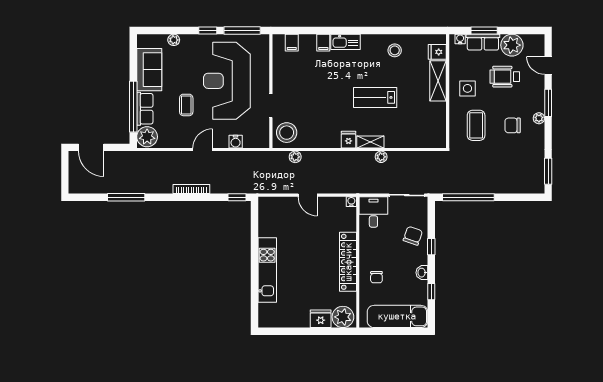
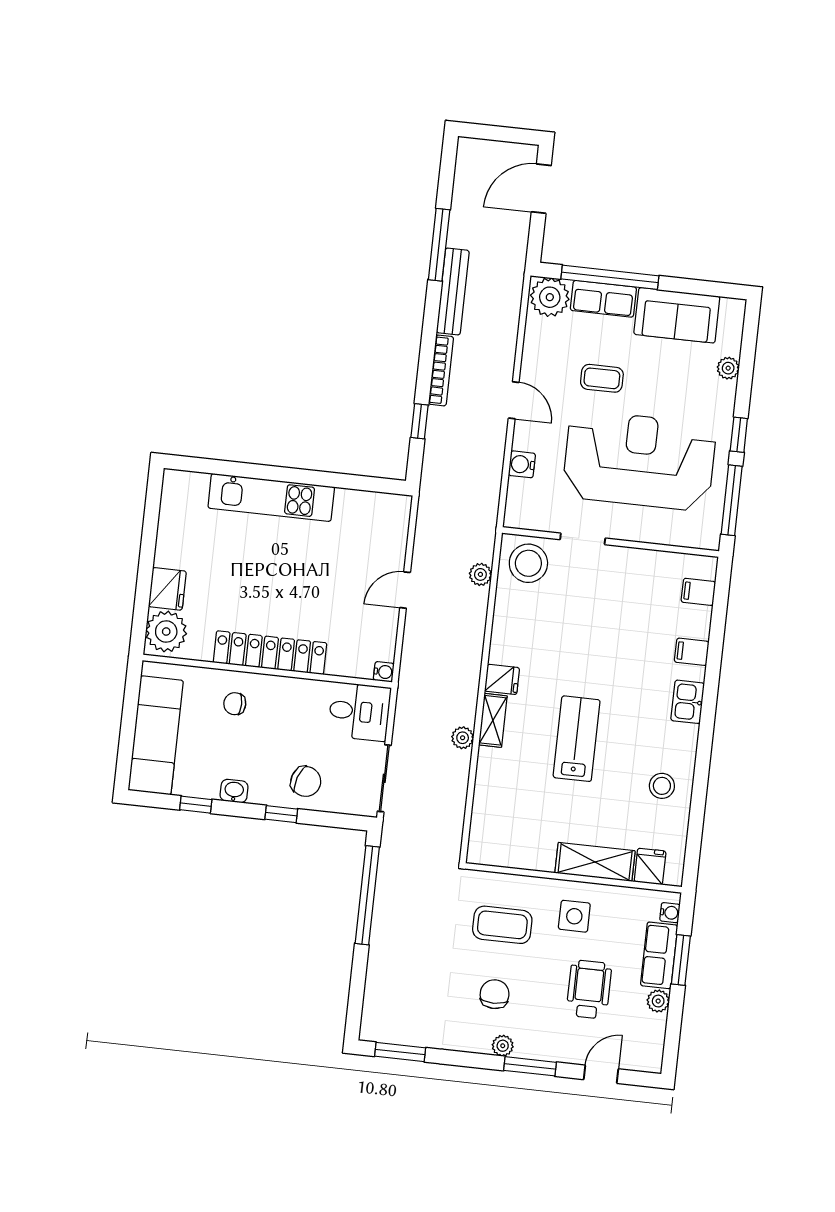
kitchen sink: (345, 42) -> (688, 702), width x0.73
plant: (512, 45) -> (658, 1001), width x0.53, depth x0.53
bench: (150, 187) -> (453, 291), added
window: (237, 197) -> (420, 421), moved

